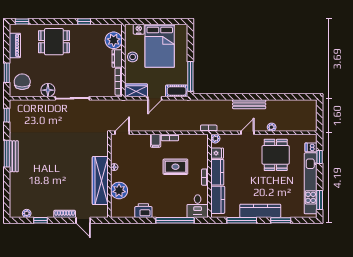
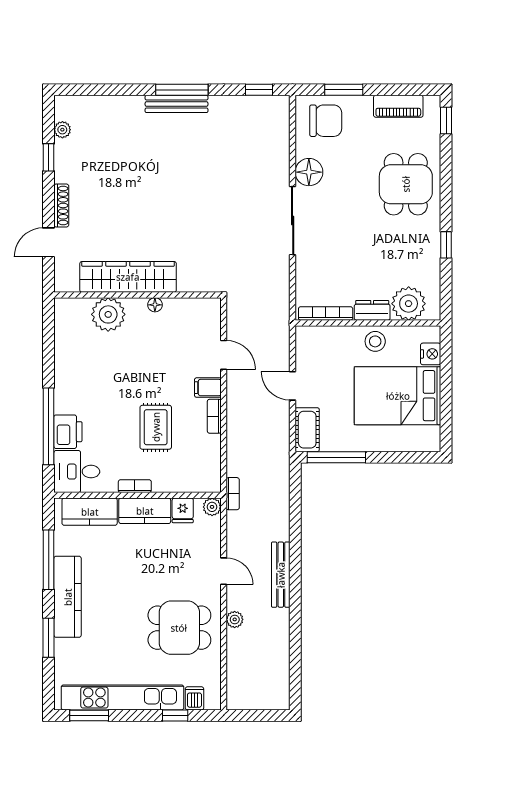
wardrobe: (136, 90) -> (308, 348), removed
door: (122, 133) -> (224, 355), moved
printer: (143, 211) -> (68, 432), moved

